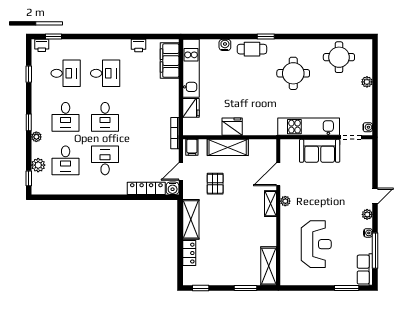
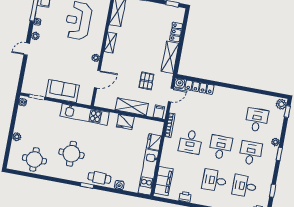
kitchen unit: (309, 127) -> (85, 114), moved
desk: (105, 160) -> (191, 142), moved
plant: (38, 165) -> (281, 104), moved
shelving: (270, 204) -> (110, 42), moved

